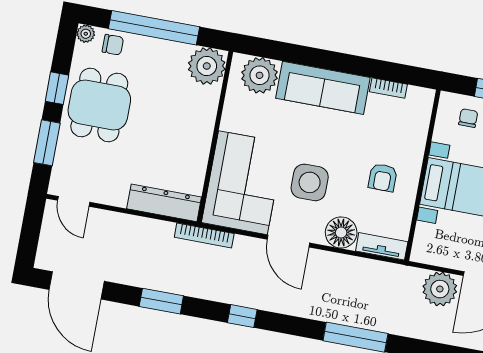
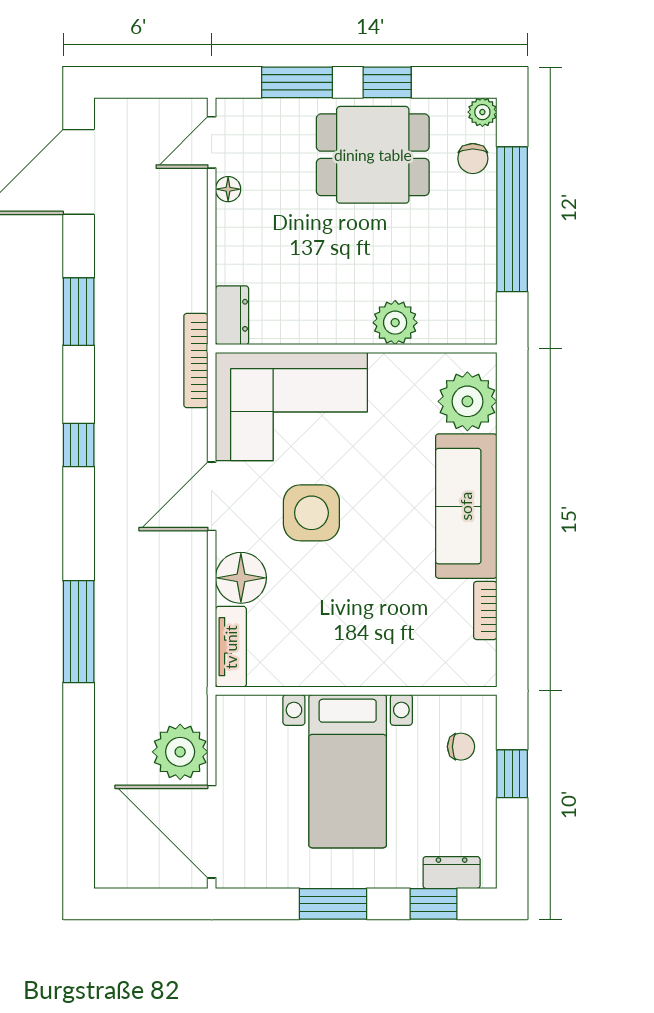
plant: (207, 66) -> (395, 323), moved, width x0.73, depth x0.73
armchair: (383, 178) -> (341, 628), removed
floor lamp: (104, 197) -> (228, 189), added
dresser: (164, 203) -> (232, 315), width x0.51, depth x0.80

